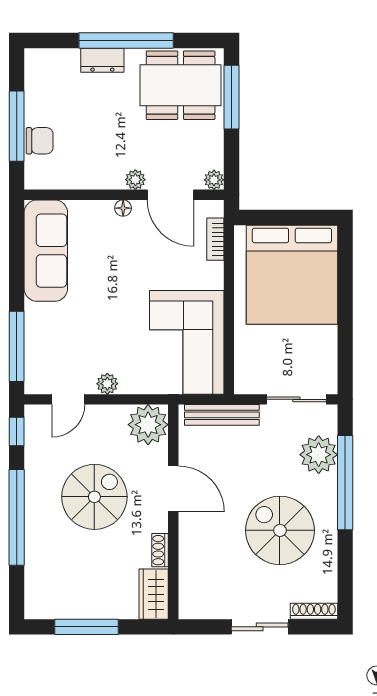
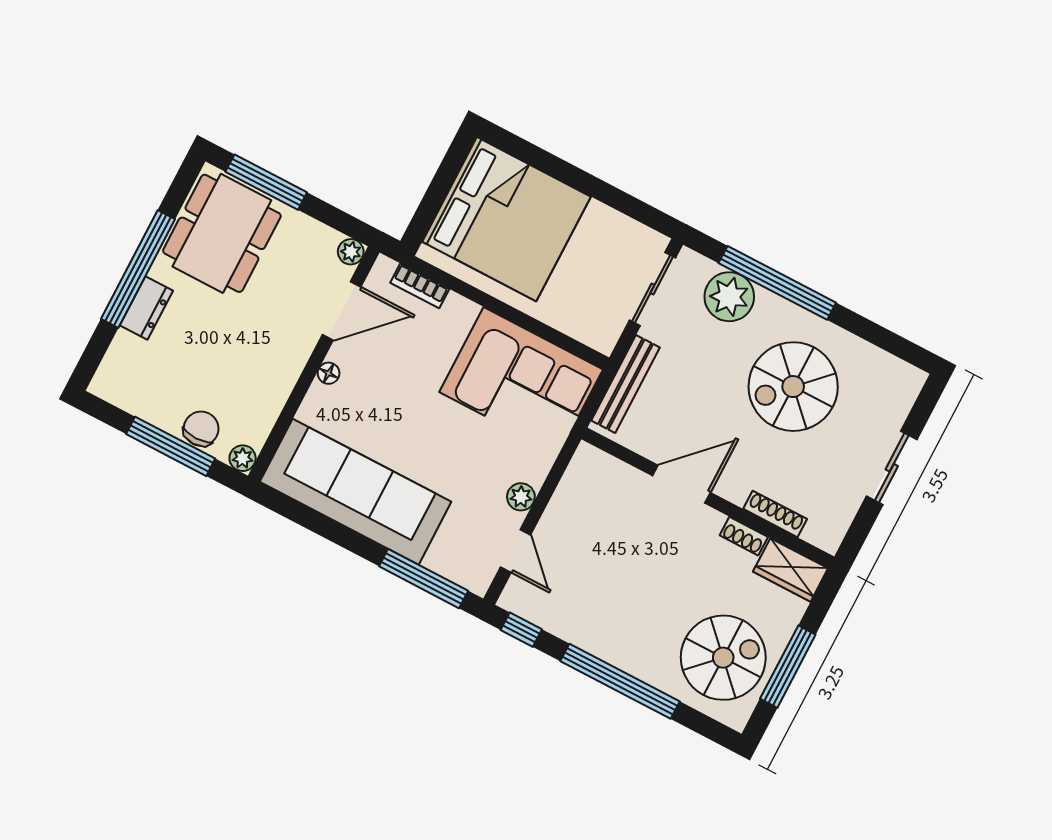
plant: (135, 180) -> (243, 458), moved
sofa: (46, 251) -> (356, 492), width x1.36, depth x1.27
plant: (148, 425) -> (592, 474), removed
spiral stairs: (94, 497) -> (723, 658), moved, turned 90
shoe rack: (314, 611) -> (775, 514), moved, turned 90

